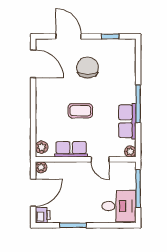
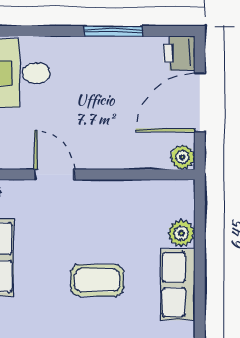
plant: (42, 147) -> (181, 233), moved
row of seats: (71, 149) -> (178, 285), moved, turned 90

